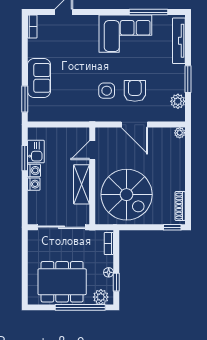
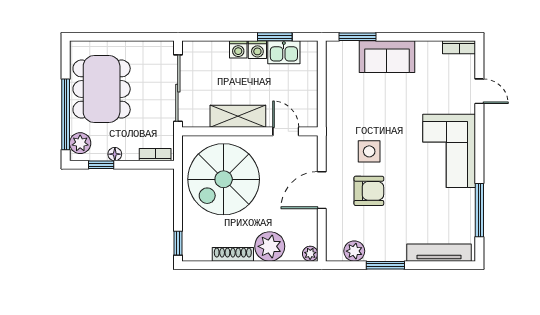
corner sofa: (125, 34) -> (449, 151), moved
plant: (175, 162) -> (270, 246), added
shoe rack: (180, 206) -> (233, 254), moved

